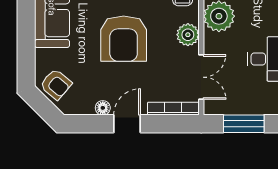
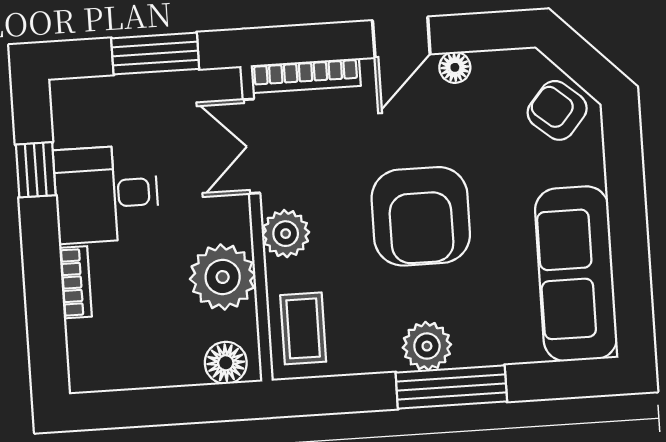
armchair: (124, 39) -> (421, 216), turned 180

